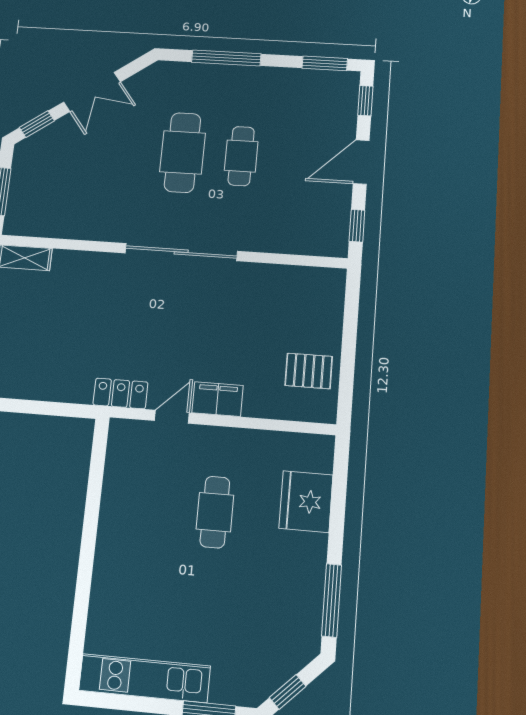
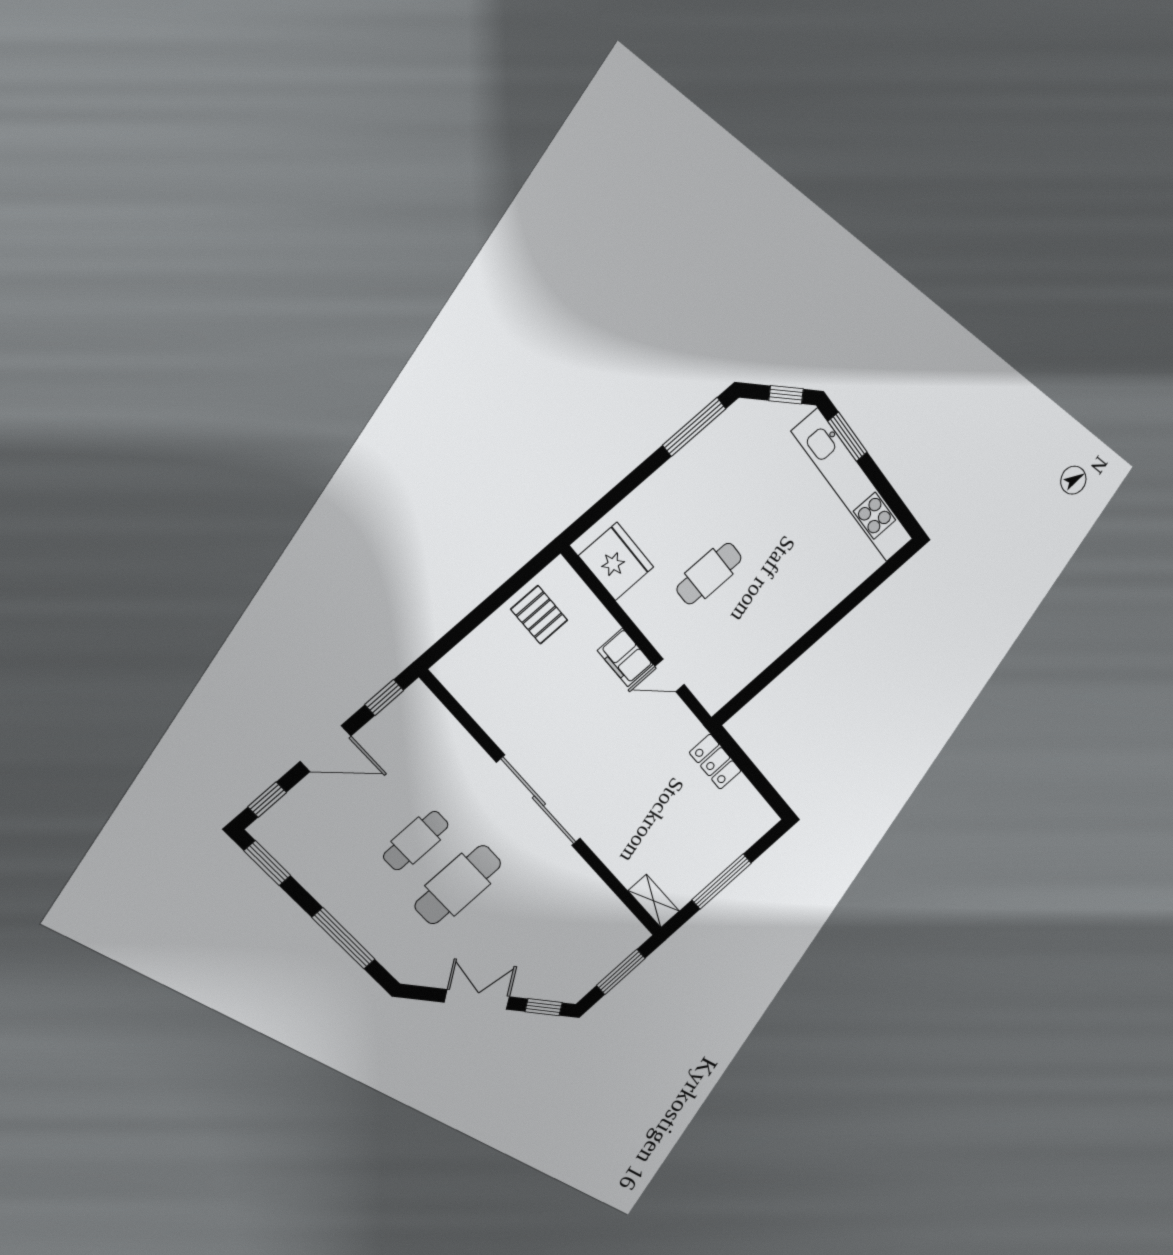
locker: (120, 393) -> (715, 762), moved
fridge: (306, 502) -> (616, 561), moved, turned -90
kitchen unit: (144, 678) -> (853, 486), width x1.36

